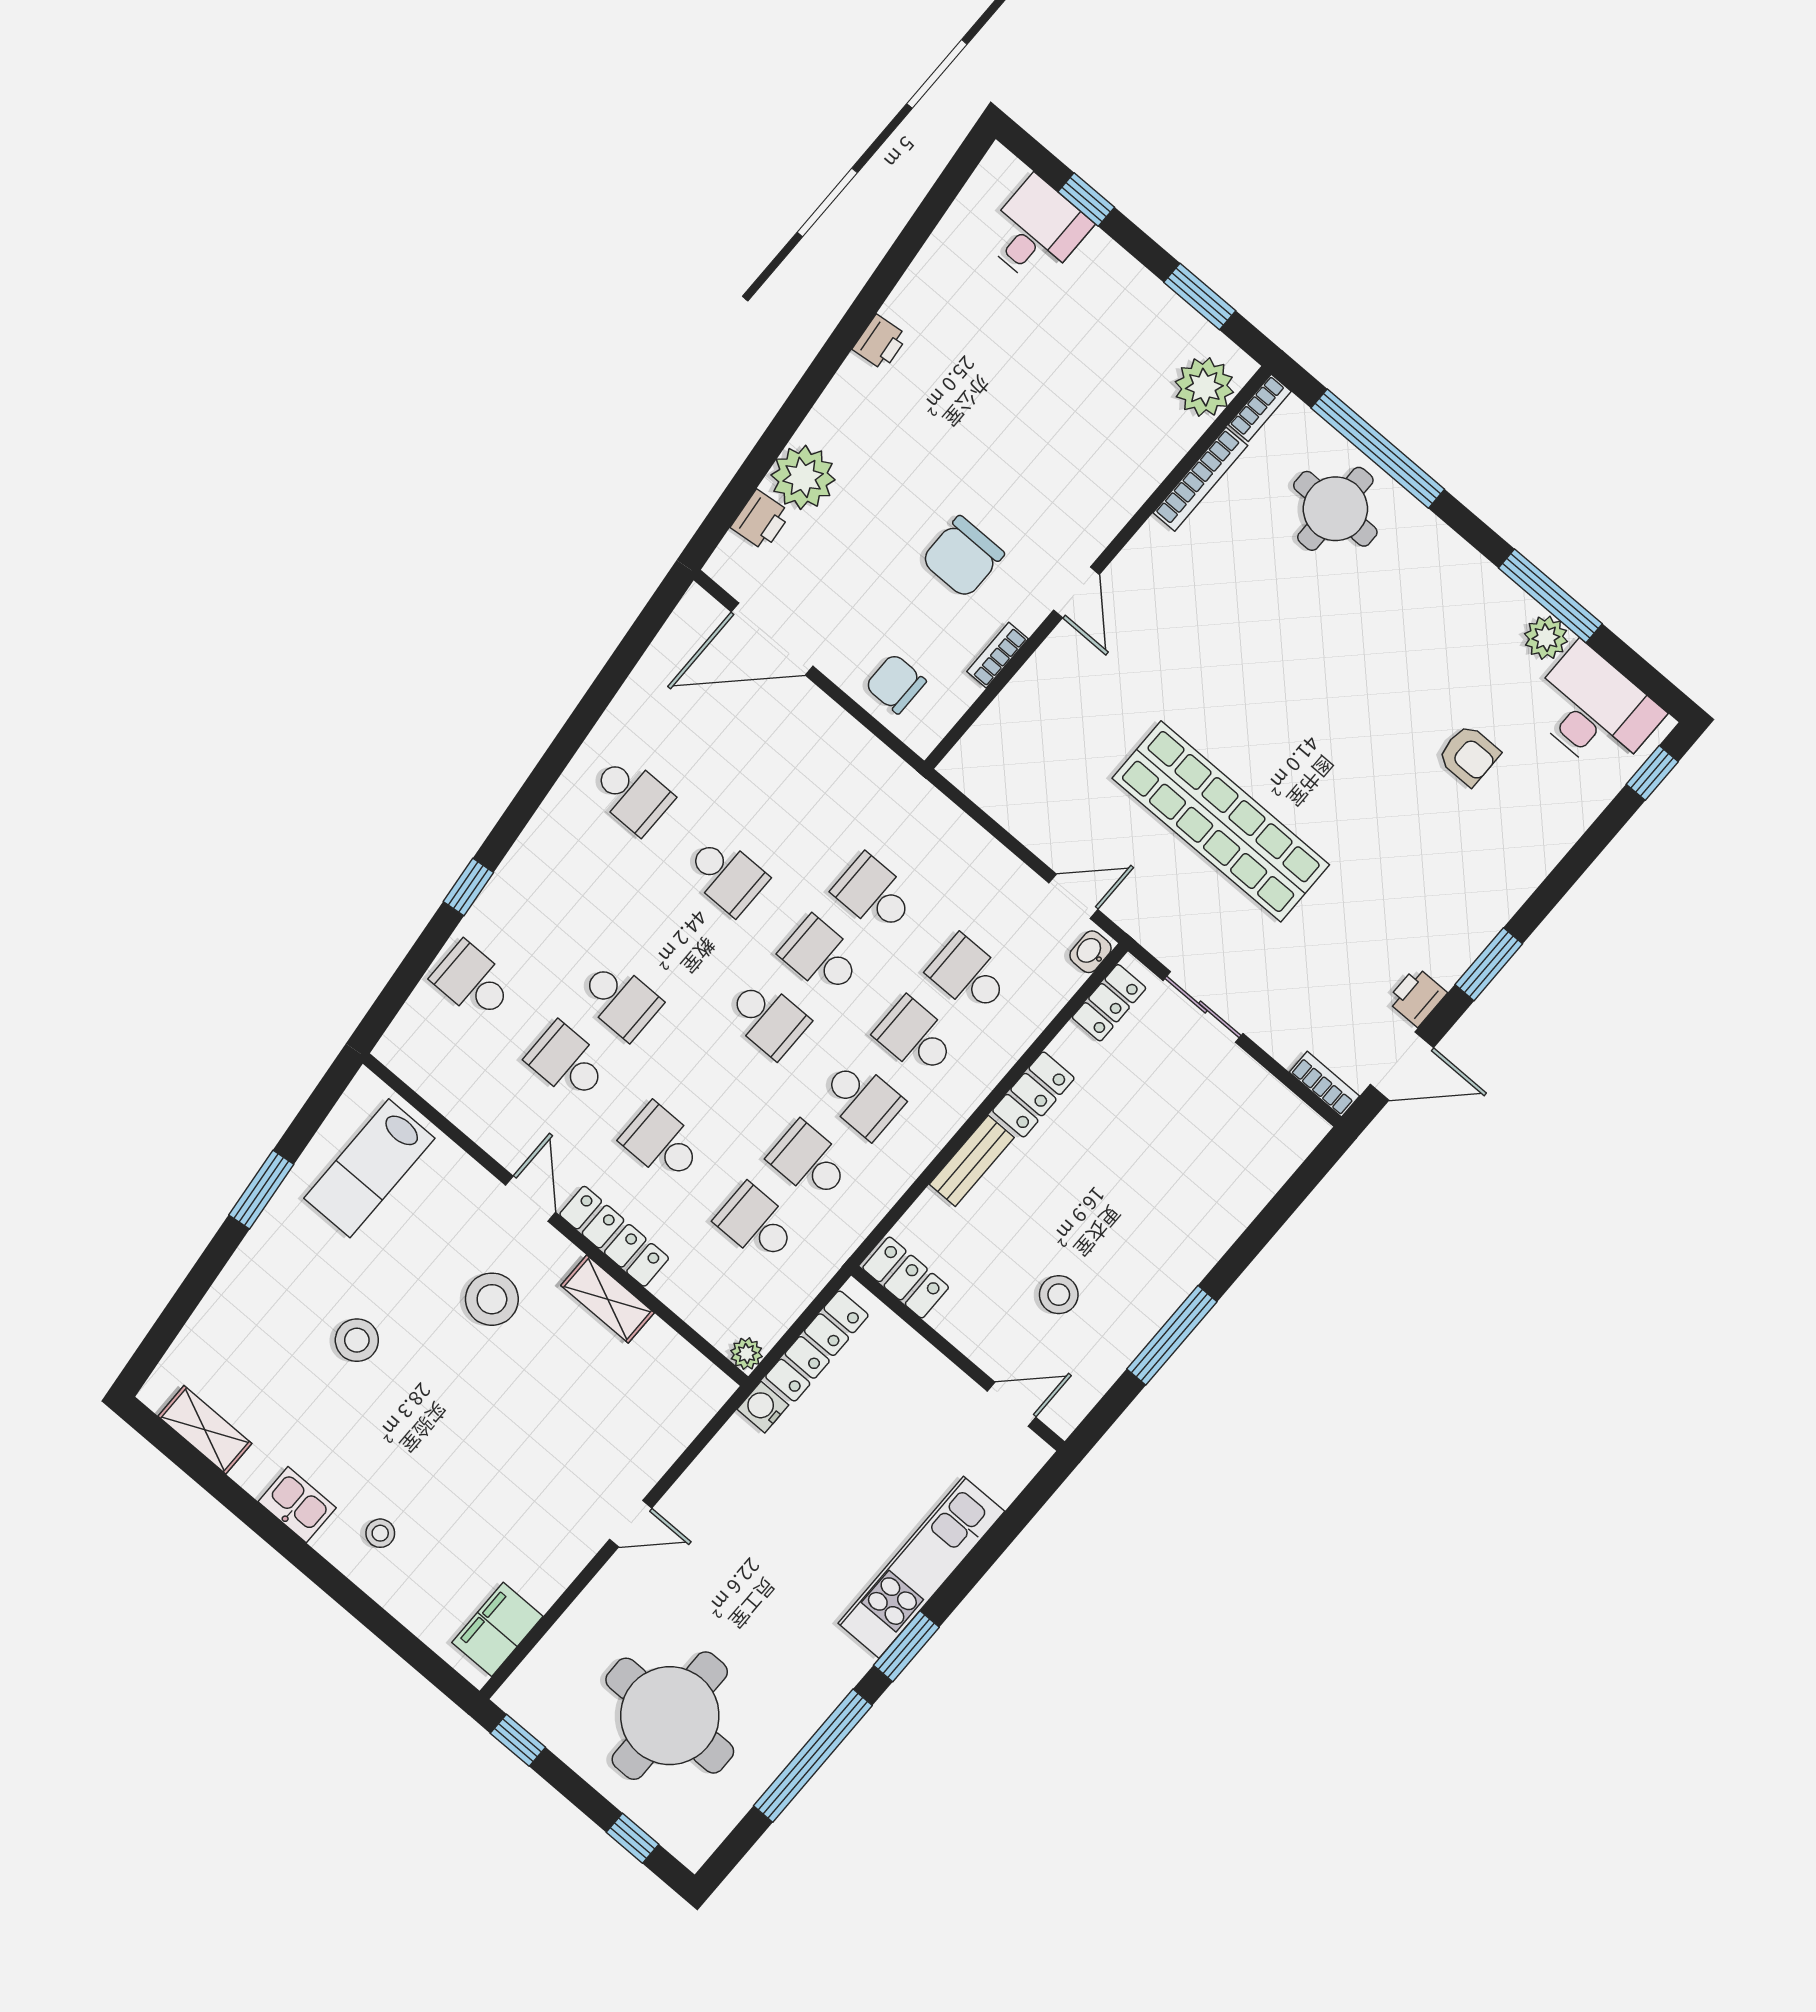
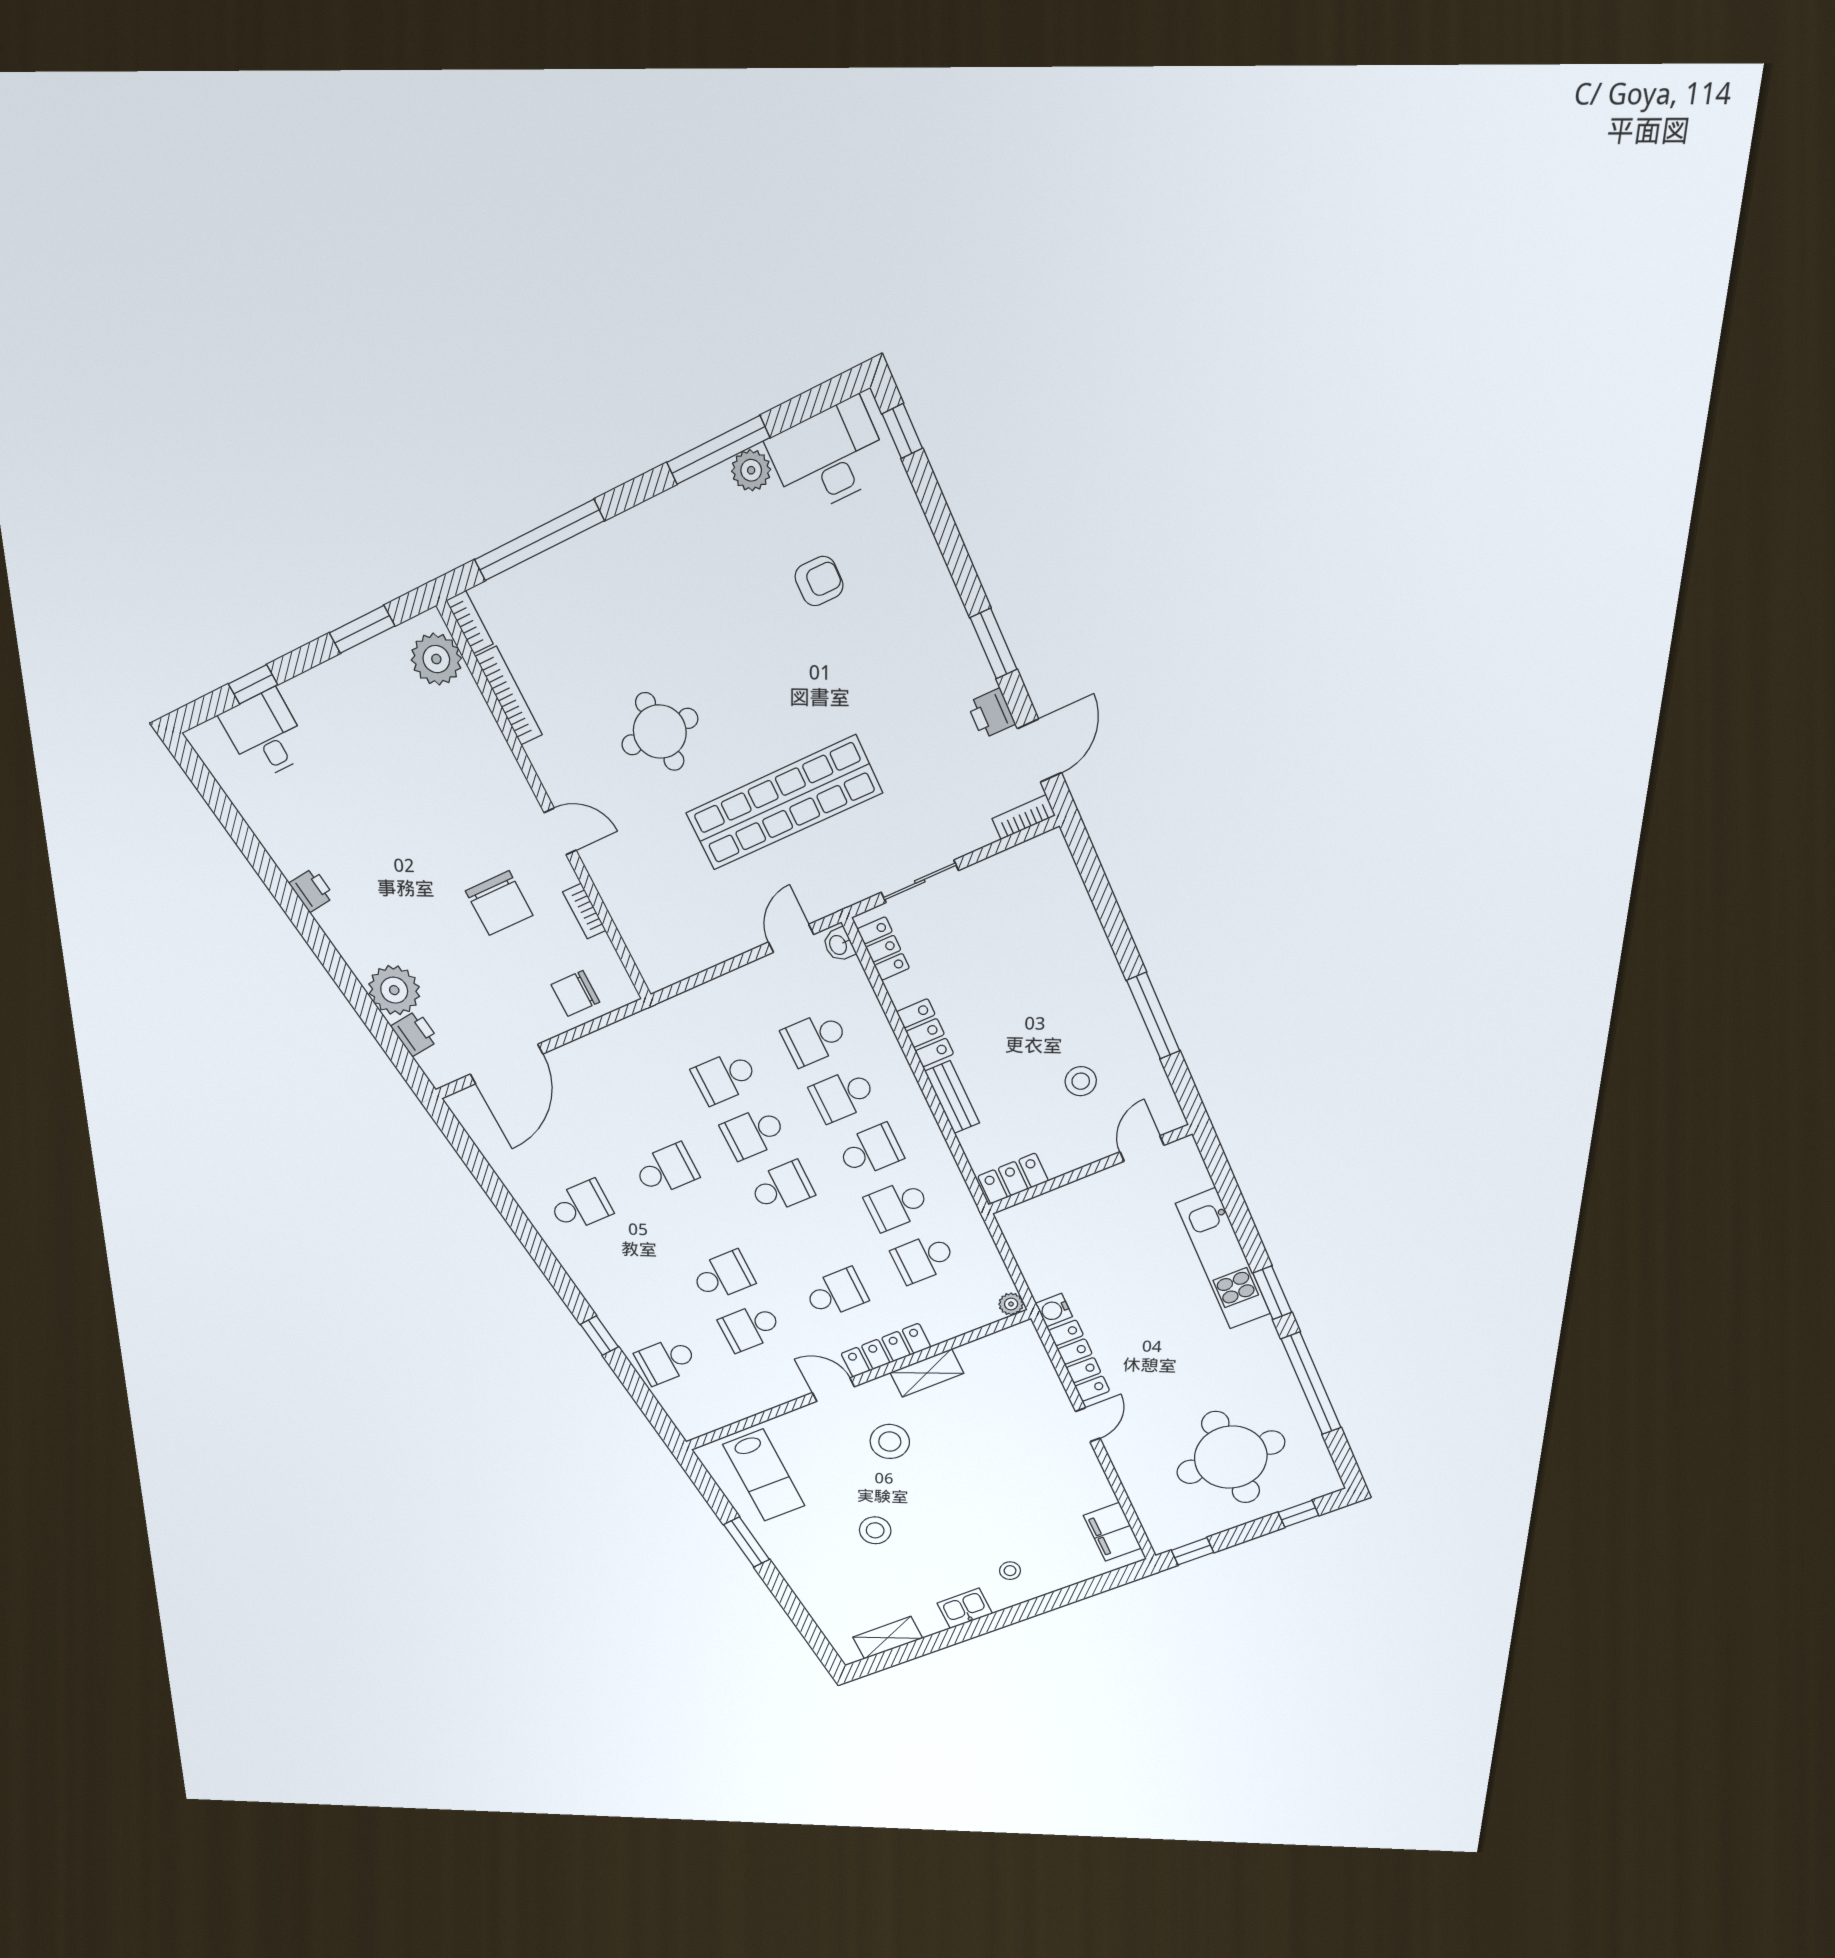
round table: (1335, 509) -> (660, 732), moved
school desk: (662, 1143) -> (836, 1293), turned 180
locker: (817, 1346) -> (1079, 1361), moved

